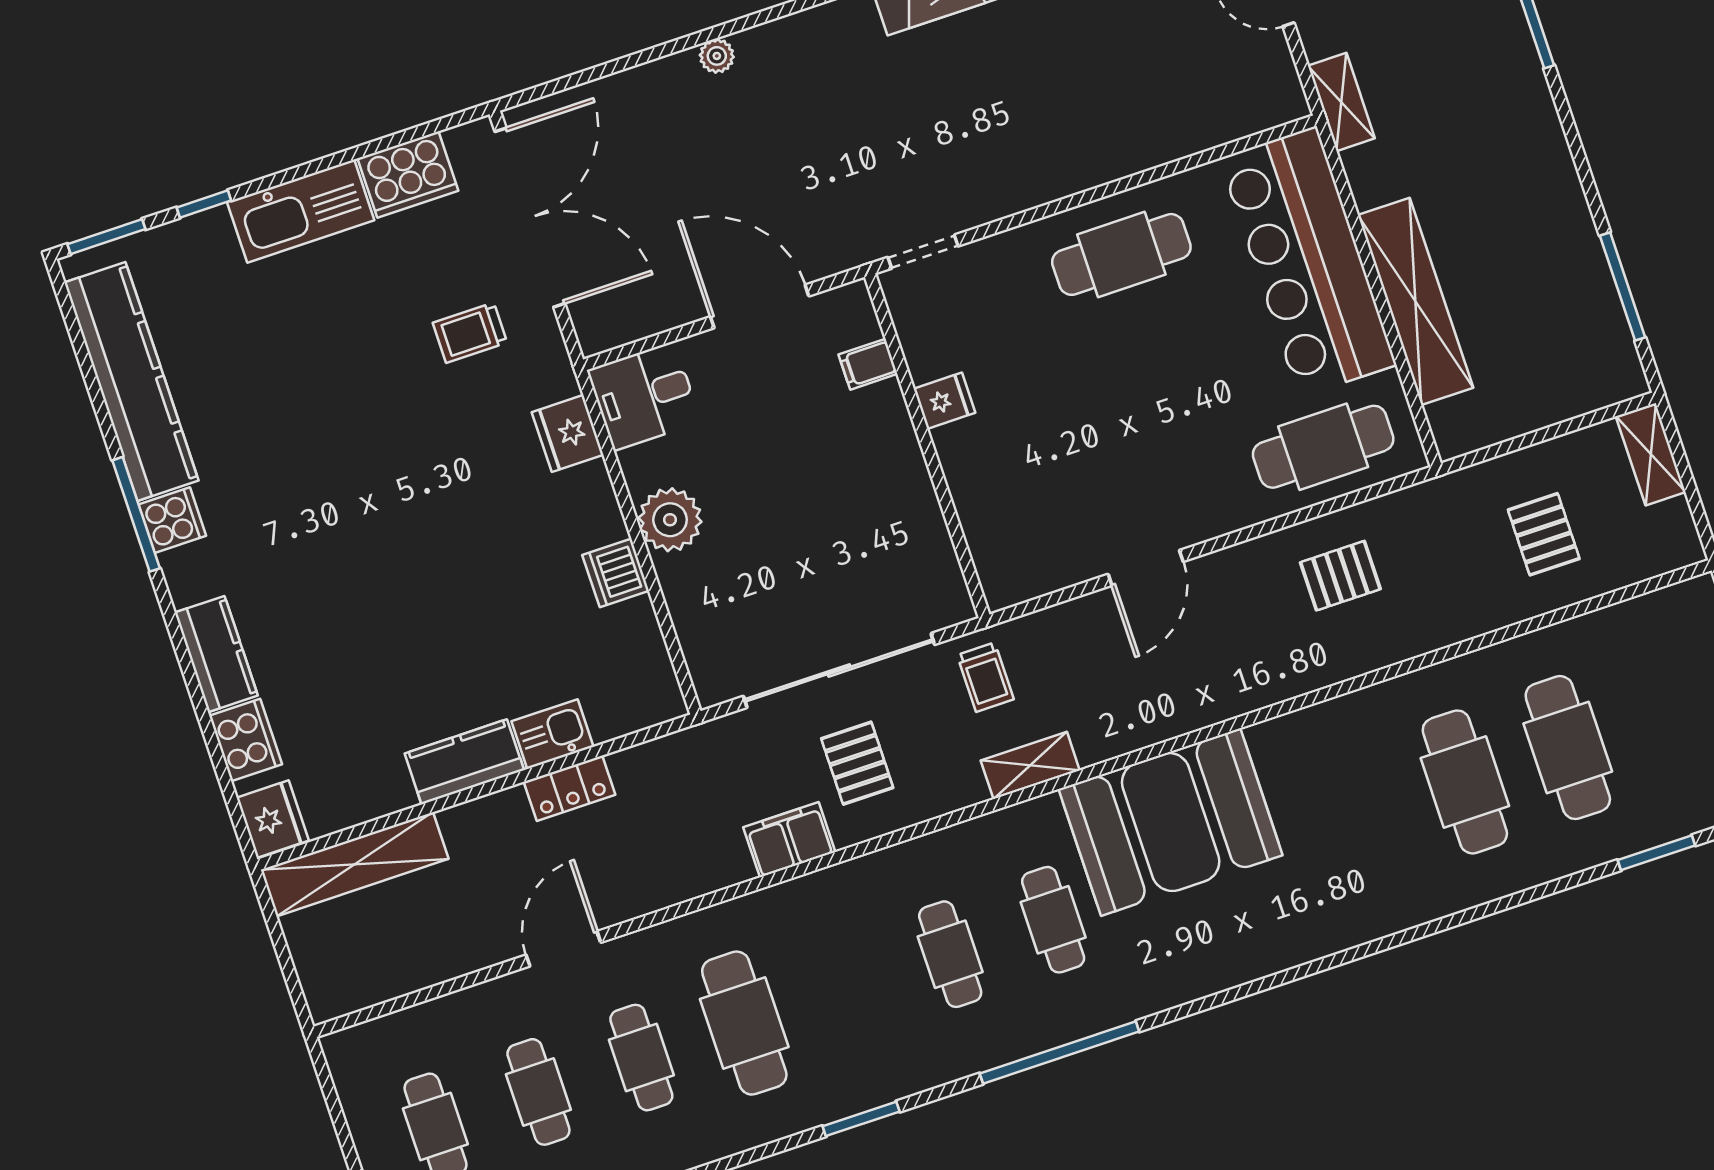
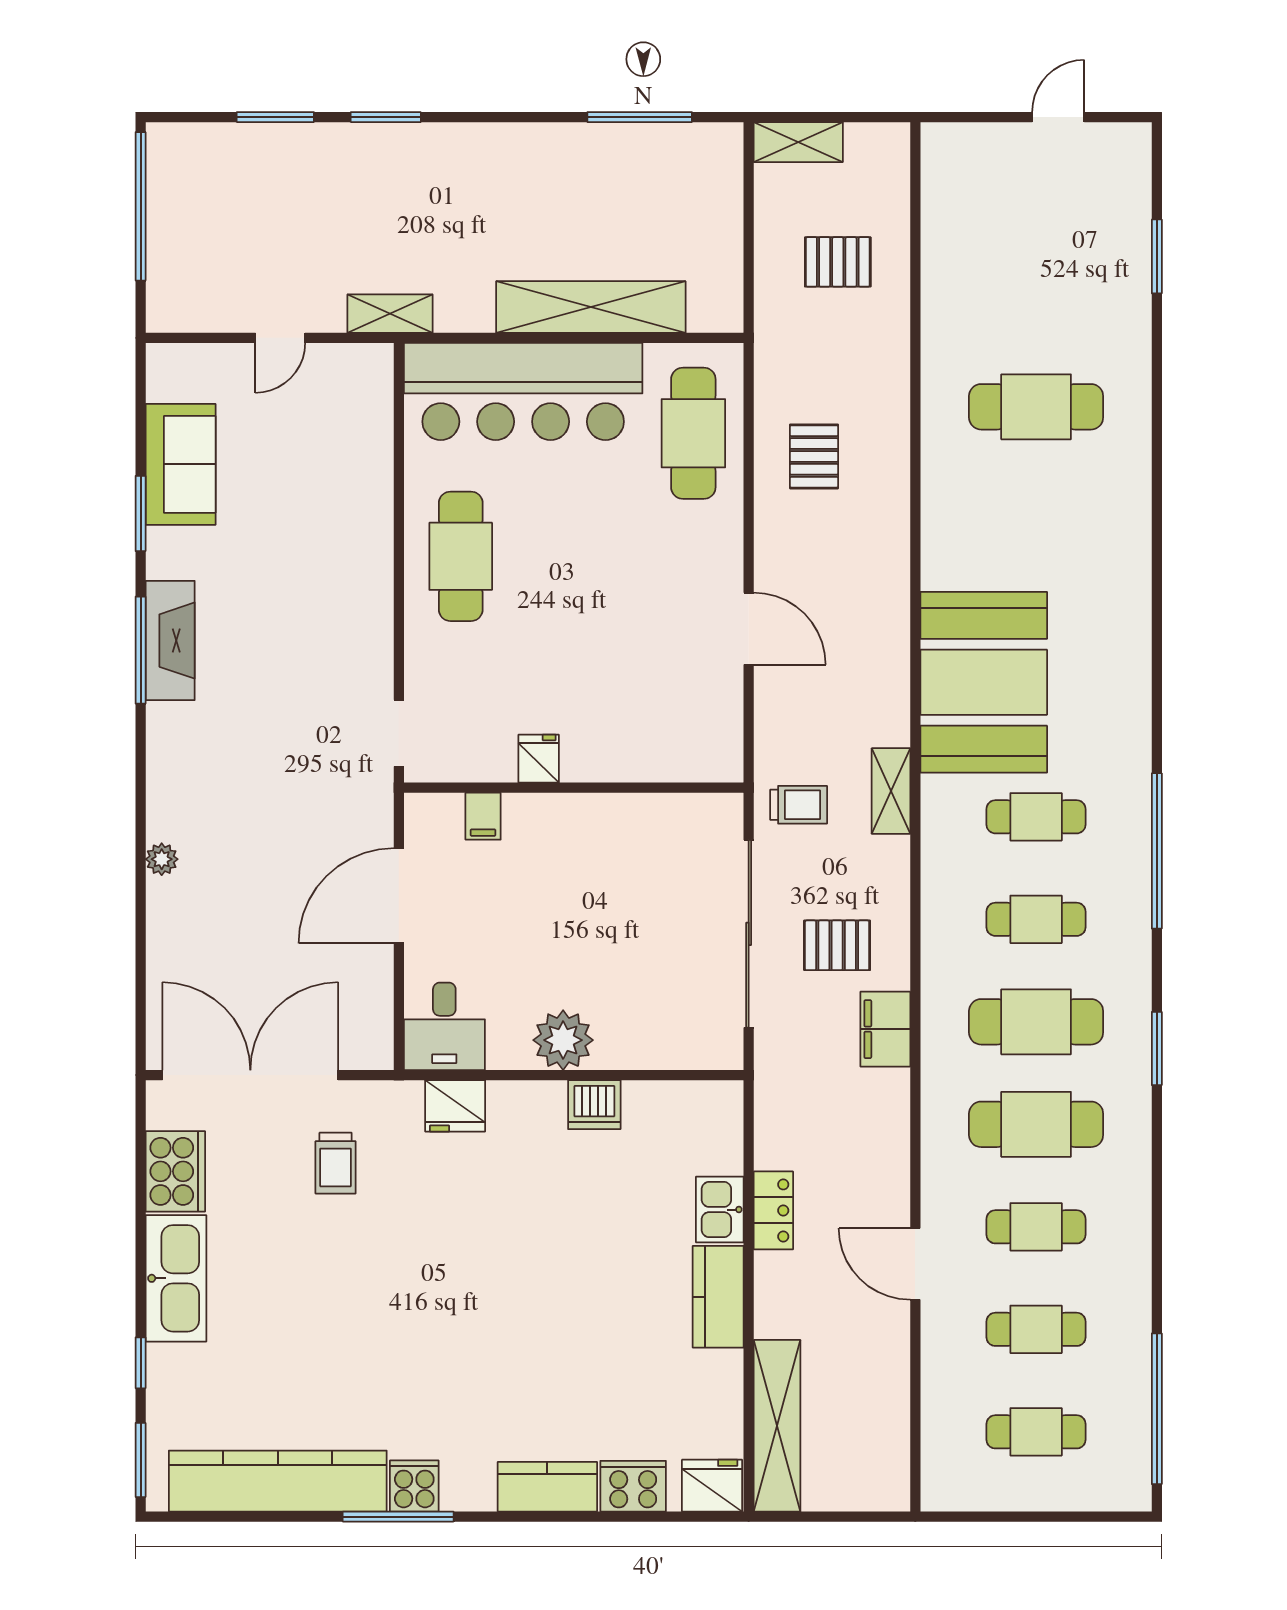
cafe table: (1568, 748) -> (1036, 1022), moved

